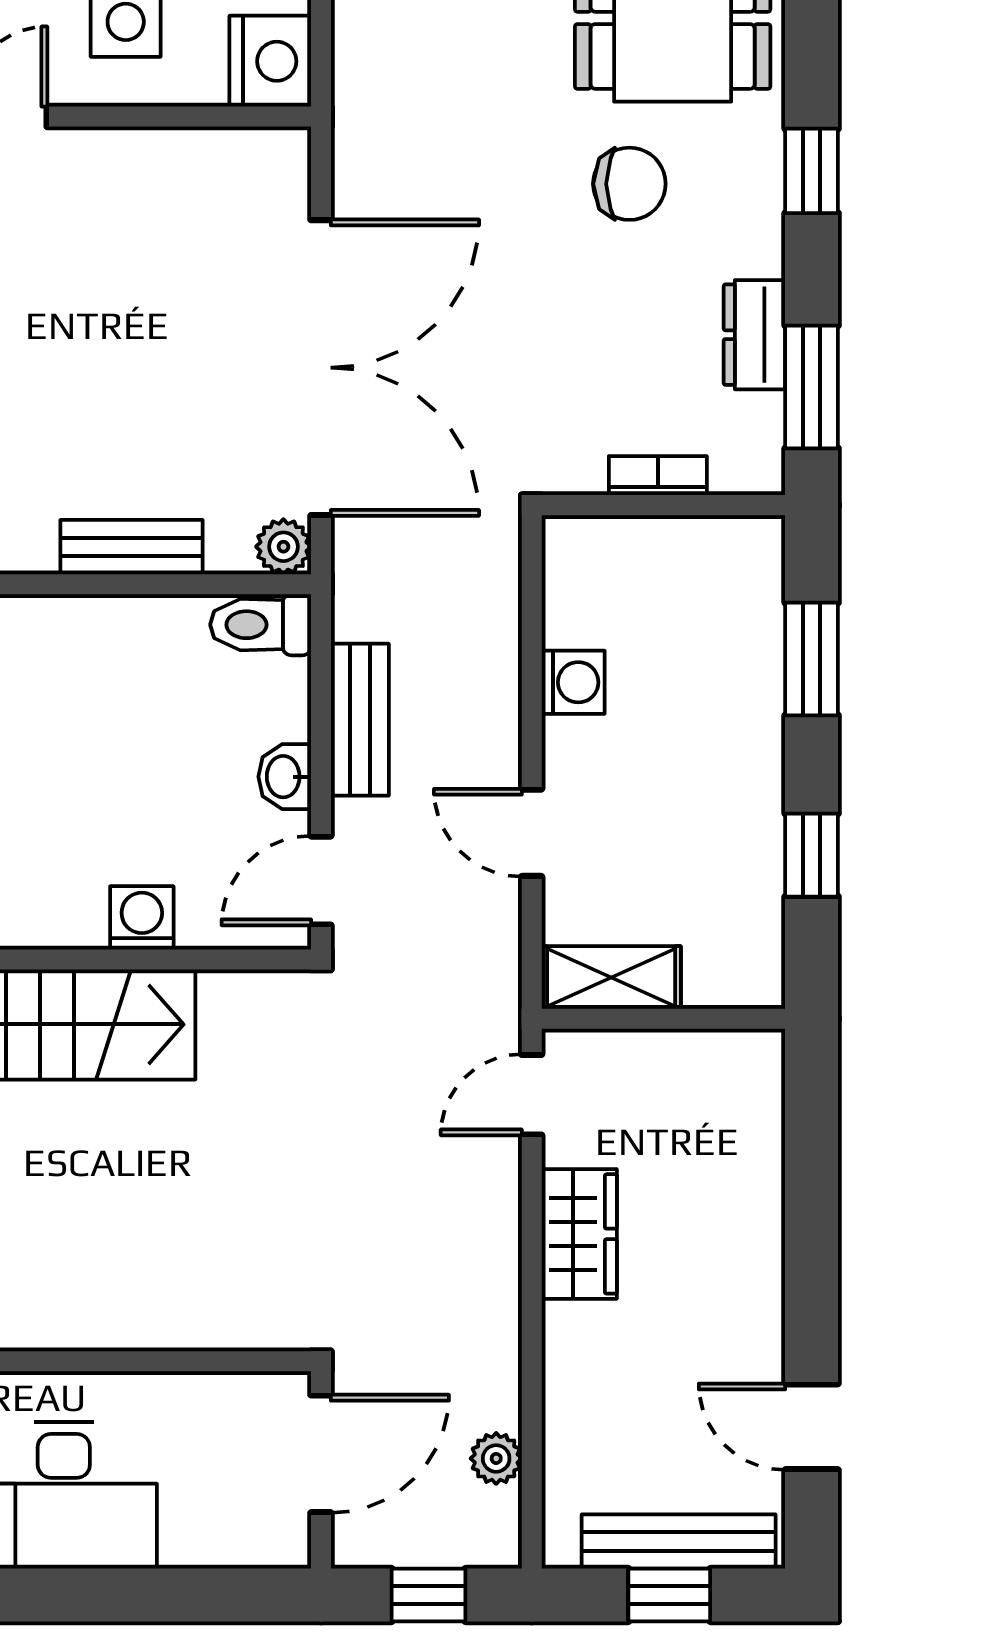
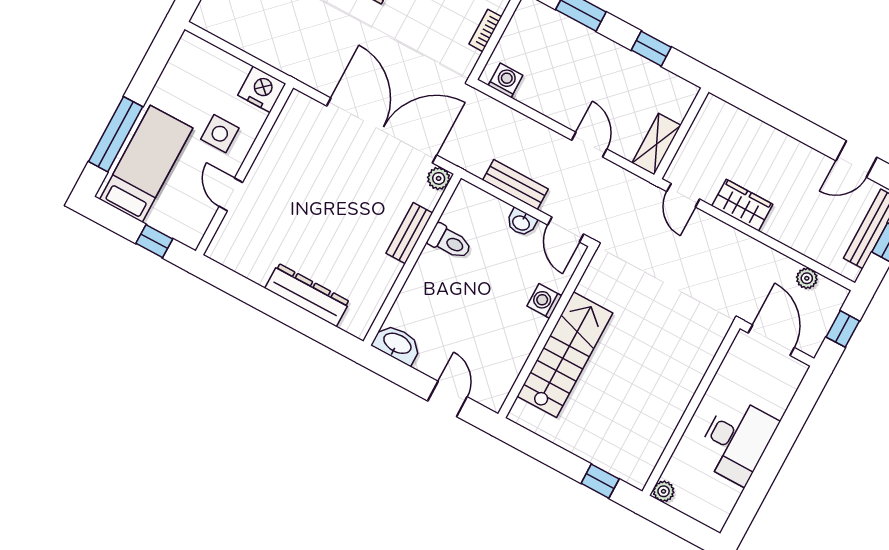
toilet: (261, 625) -> (450, 242), moved, turned -90
washing machine: (573, 682) -> (506, 80), moved
door: (532, 833) -> (589, 145), swing flipped

